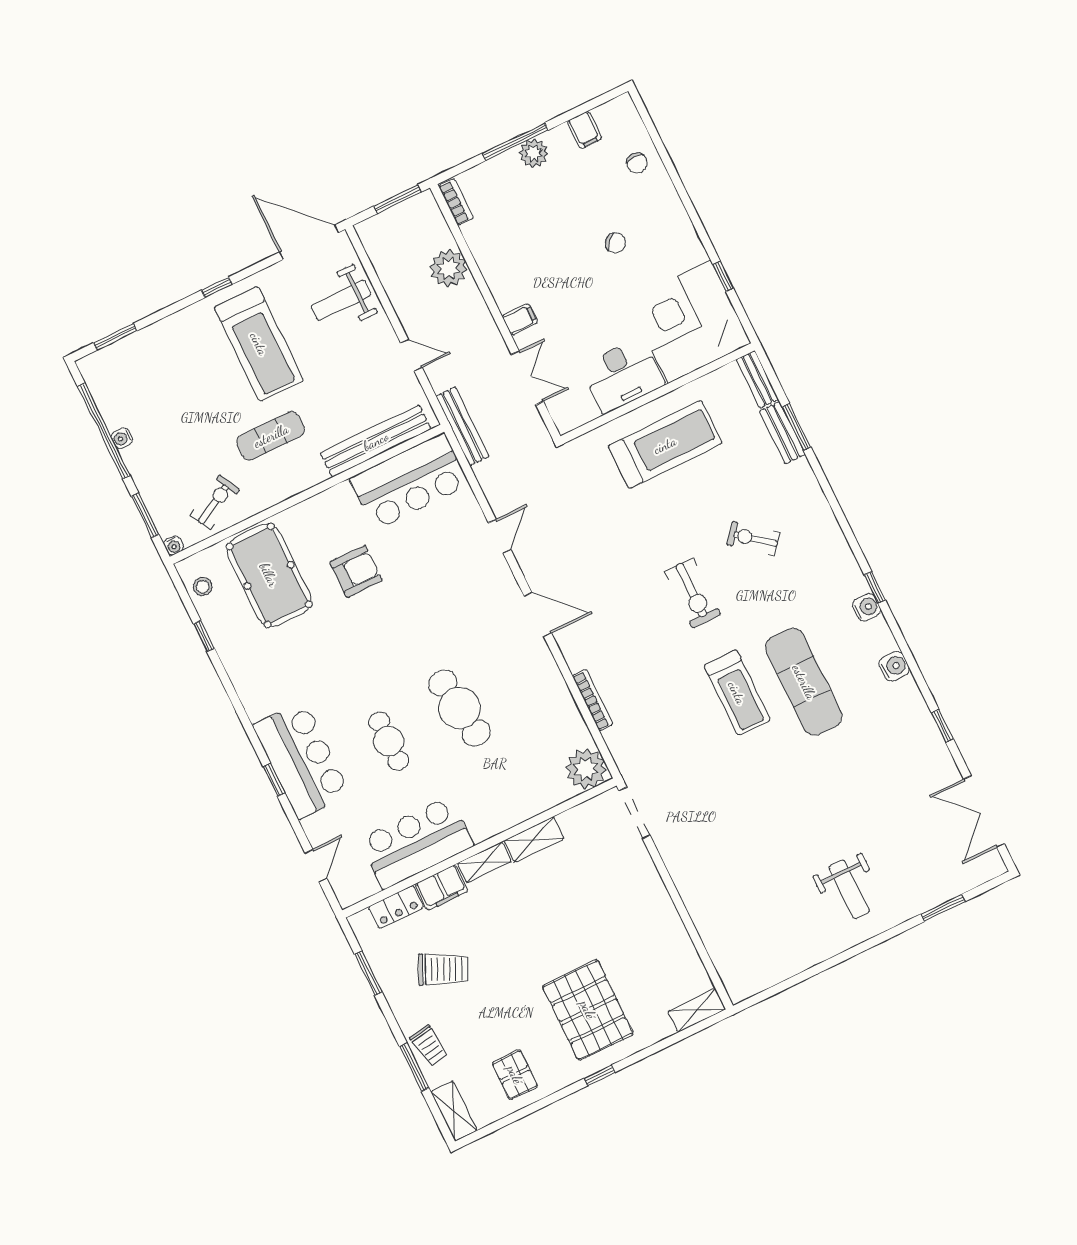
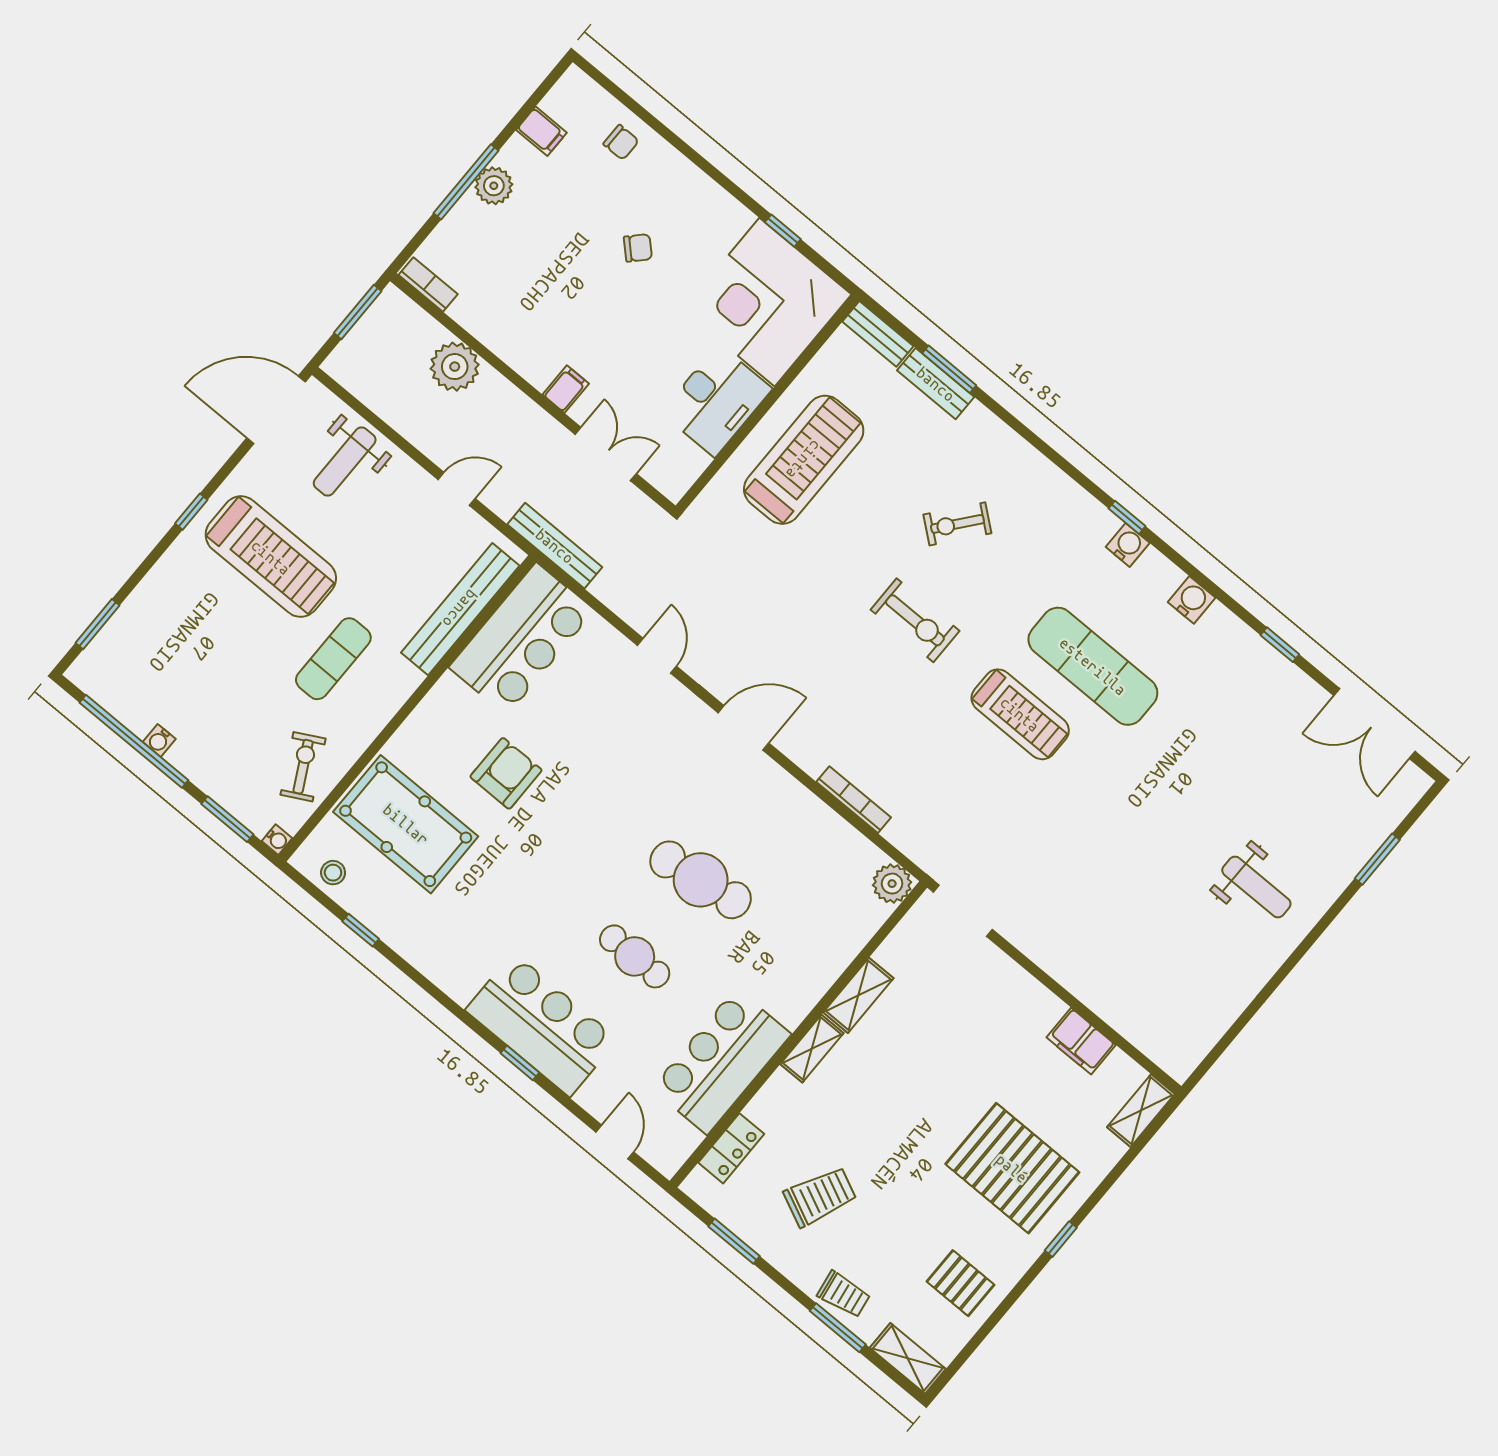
plant: (586, 769) -> (892, 884), width x0.73, depth x0.73
filing cabinet: (442, 887) -> (1081, 1041), moved, turned 90

